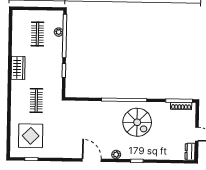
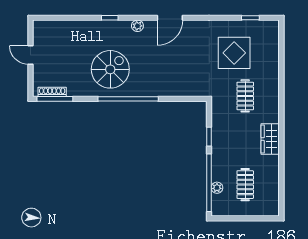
spiral stairs: (137, 122) -> (110, 69), turned 90
display table: (31, 136) -> (234, 53), moved
dresser: (190, 152) -> (39, 31), removed
door: (92, 160) -> (170, 18), hinge flipped

